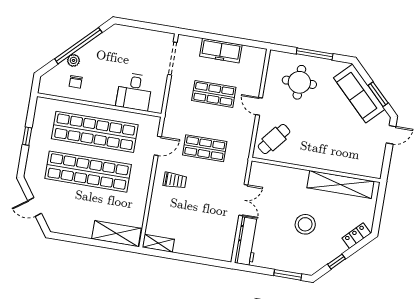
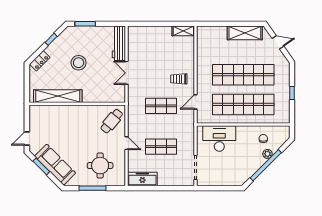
freezer: (221, 51) -> (142, 179), moved
desk: (134, 92) -> (219, 139), width x1.37
shelving: (116, 234) -> (245, 33), moved

